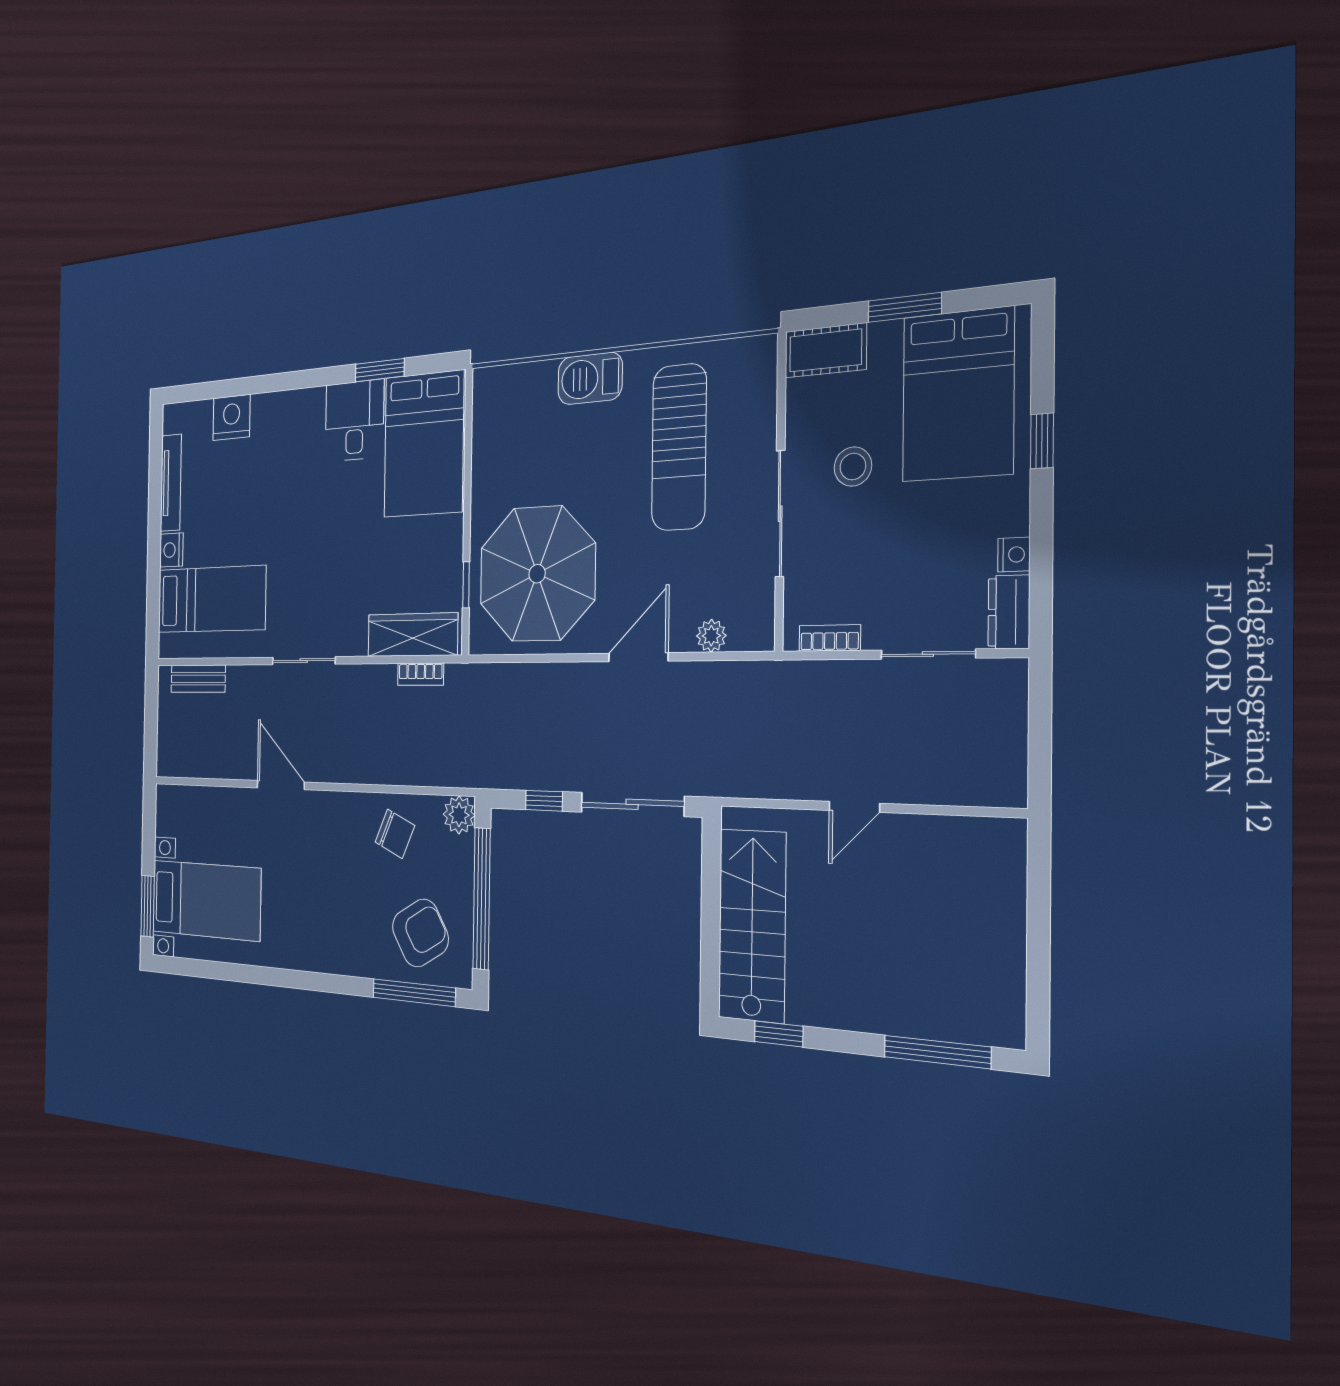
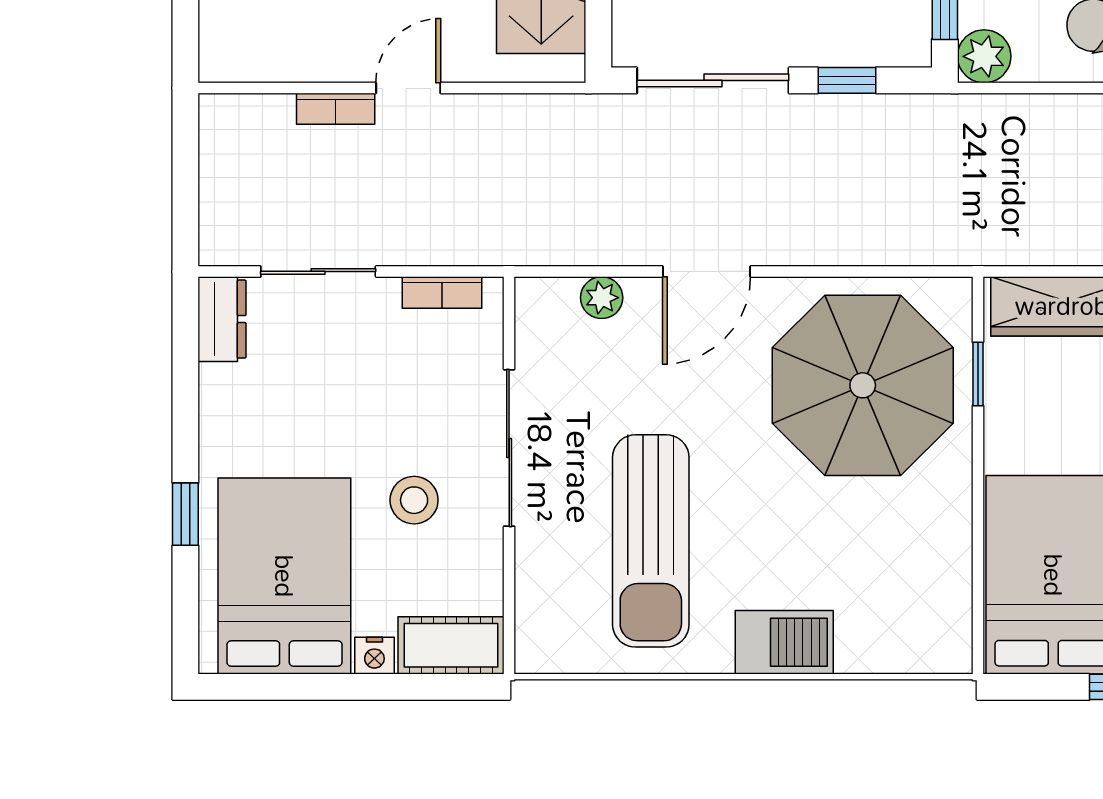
window: (905, 307) -> (350, 687), removed
sun lounger: (679, 447) -> (651, 541), turned 180
nightstand: (1014, 555) -> (374, 656), moved, turned -90
bookcase: (421, 674) -> (336, 109), moved, turned 180

